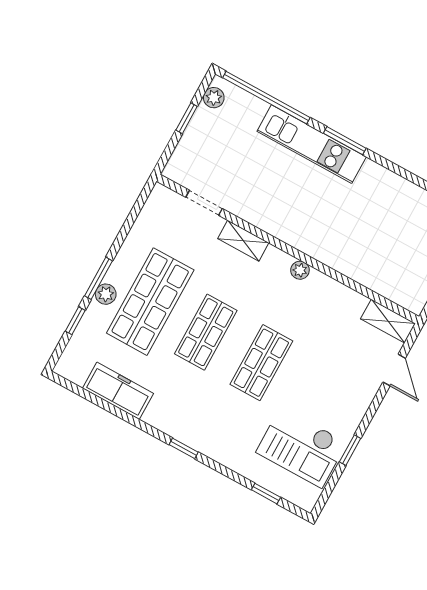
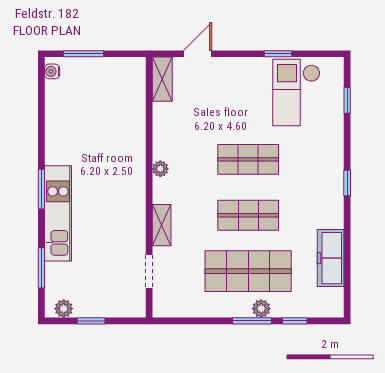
window: (266, 98) -> (41, 268), width x0.47
checkout: (301, 447) -> (296, 93), turned 180

